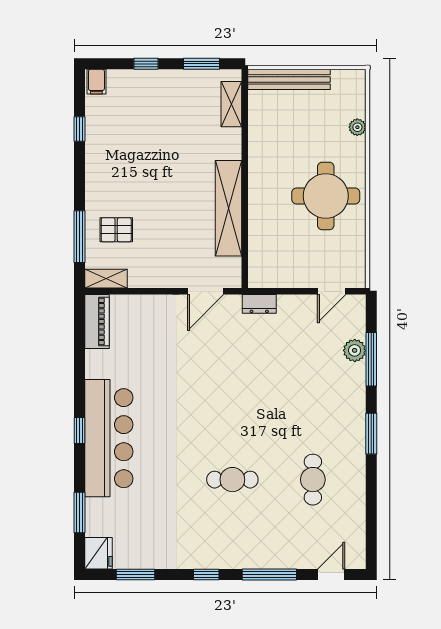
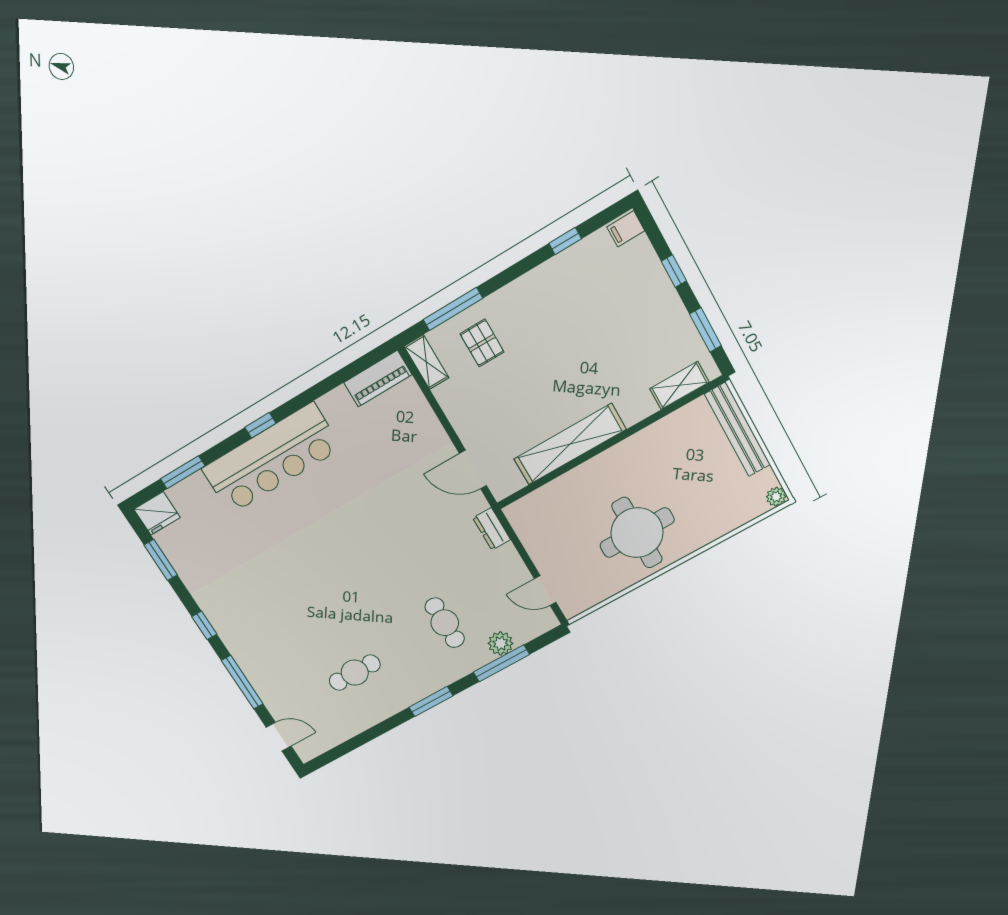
plant: (357, 127) -> (776, 497), moved
cafe table: (232, 480) -> (445, 623), moved

